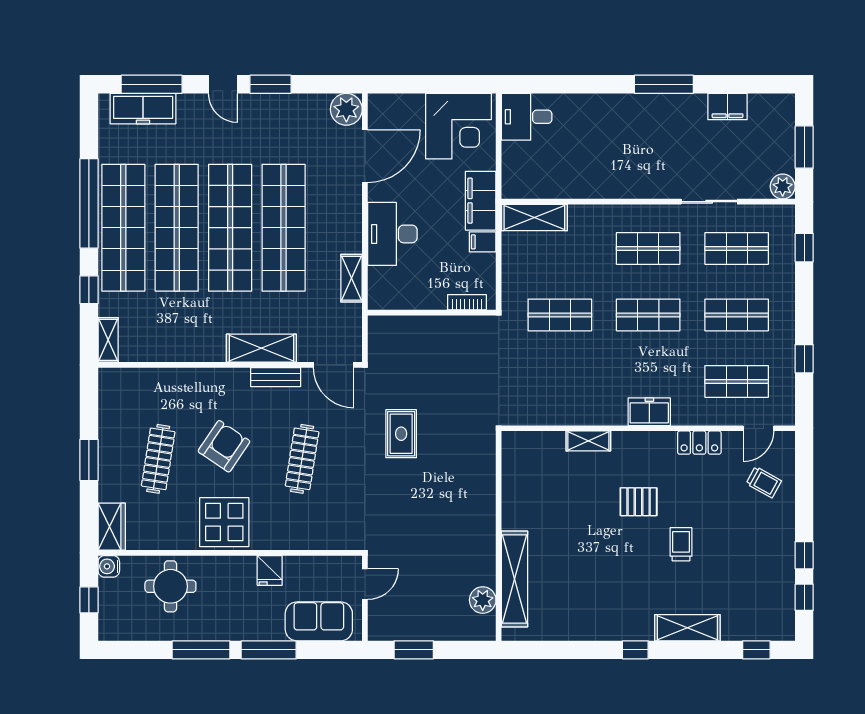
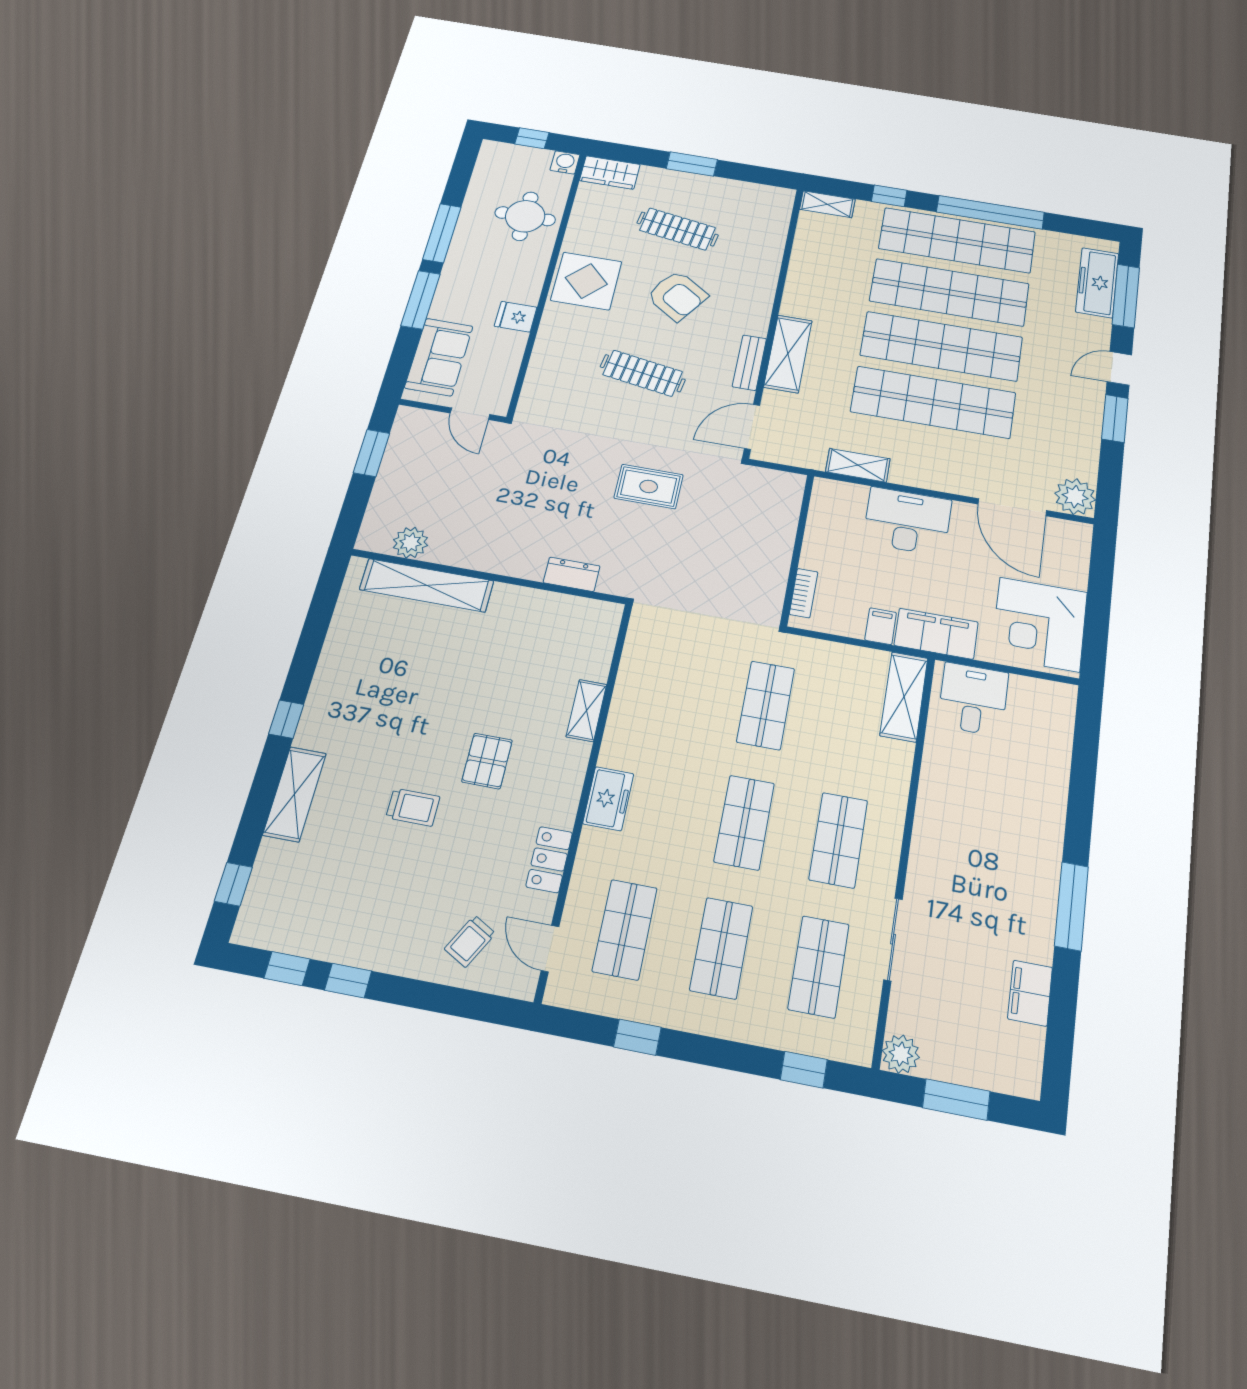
desk: (527, 117) -> (973, 699), moved
dresser: (485, 475) -> (572, 574), added

